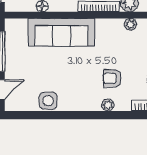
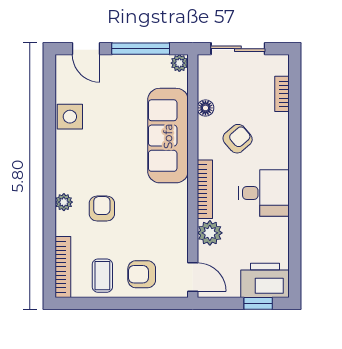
plant: (130, 24) -> (179, 63), moved

